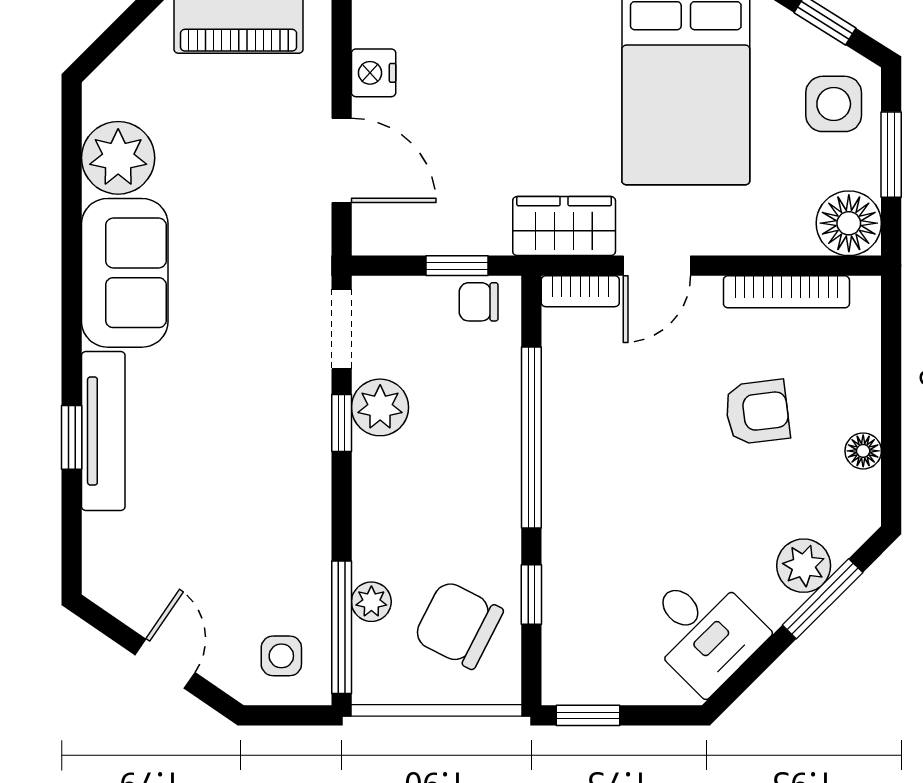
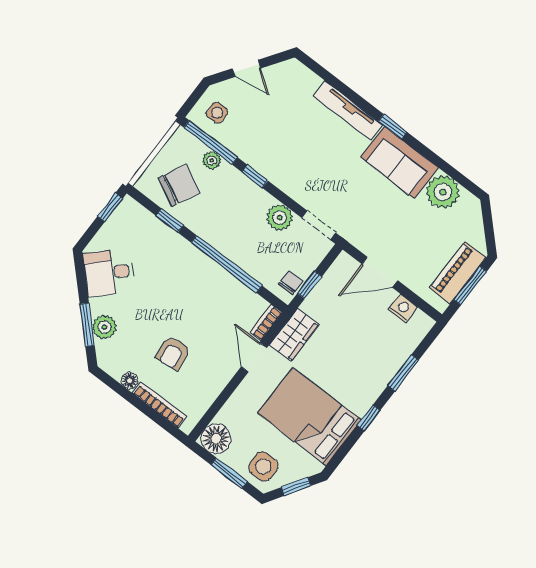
bookcase: (786, 292) -> (160, 405), moved, turned 90
window: (342, 423) -> (255, 176), moved
window: (72, 437) -> (393, 127), moved

